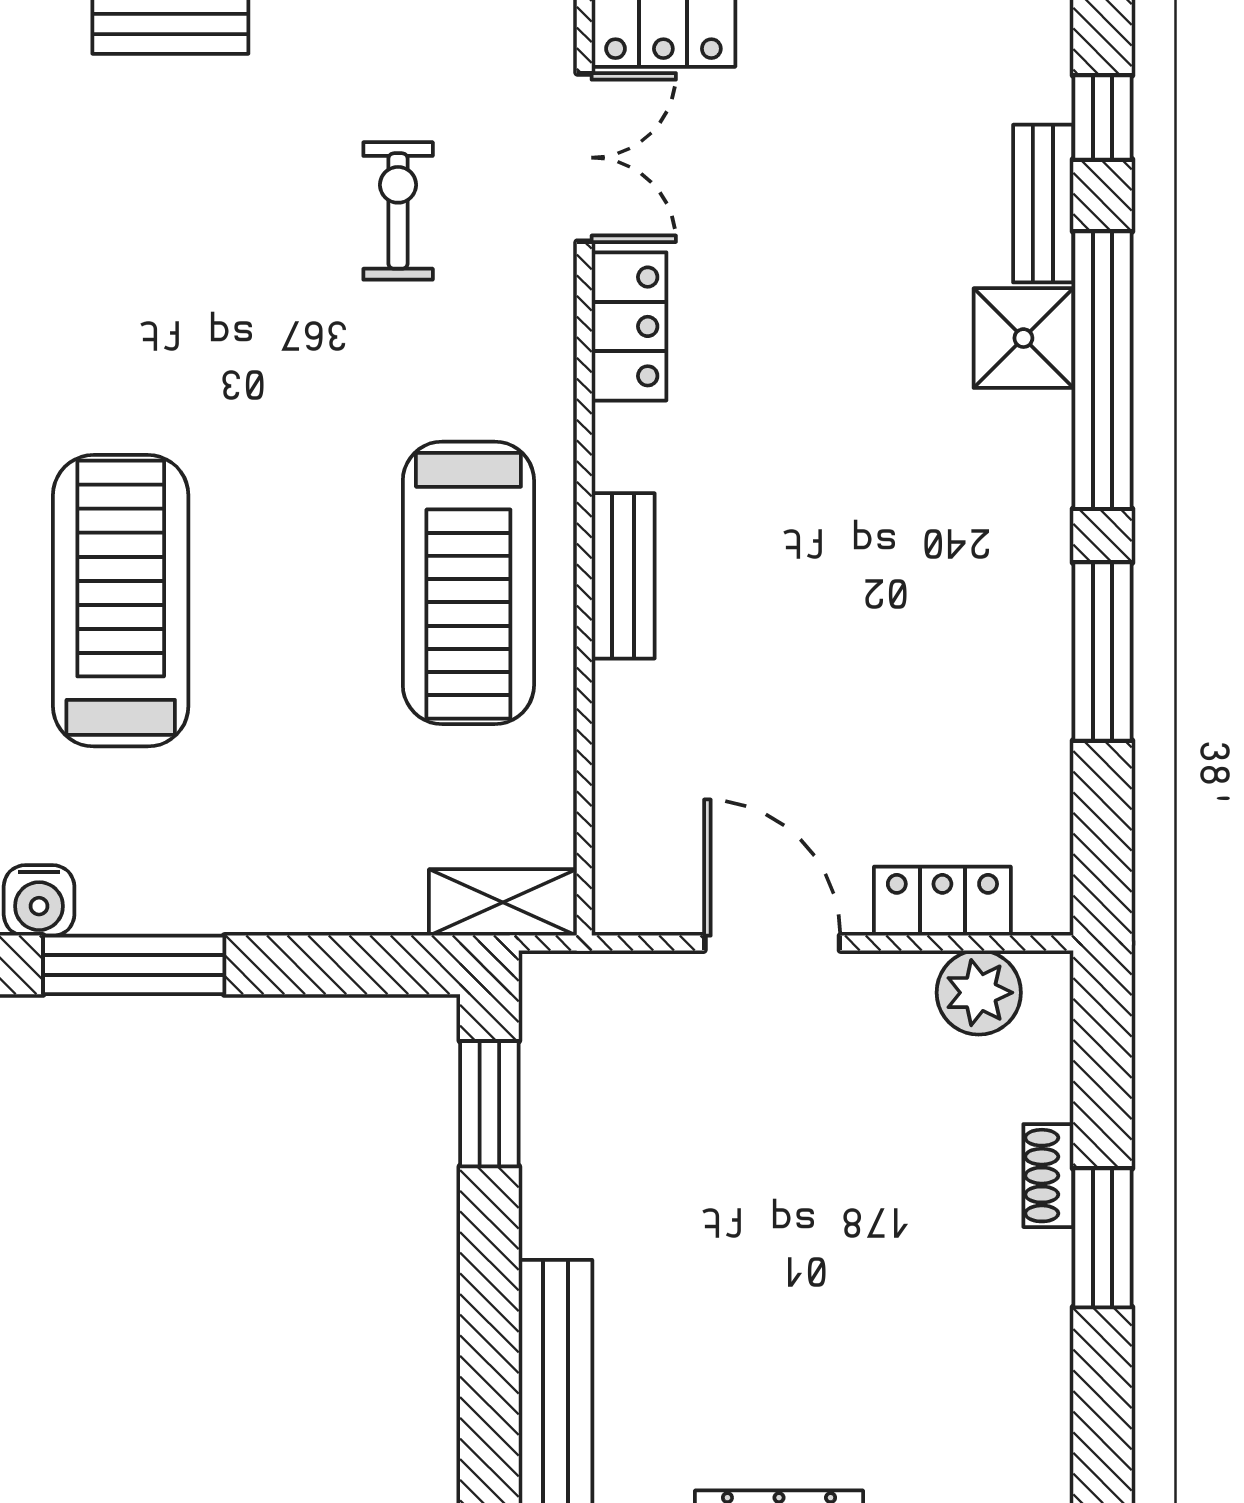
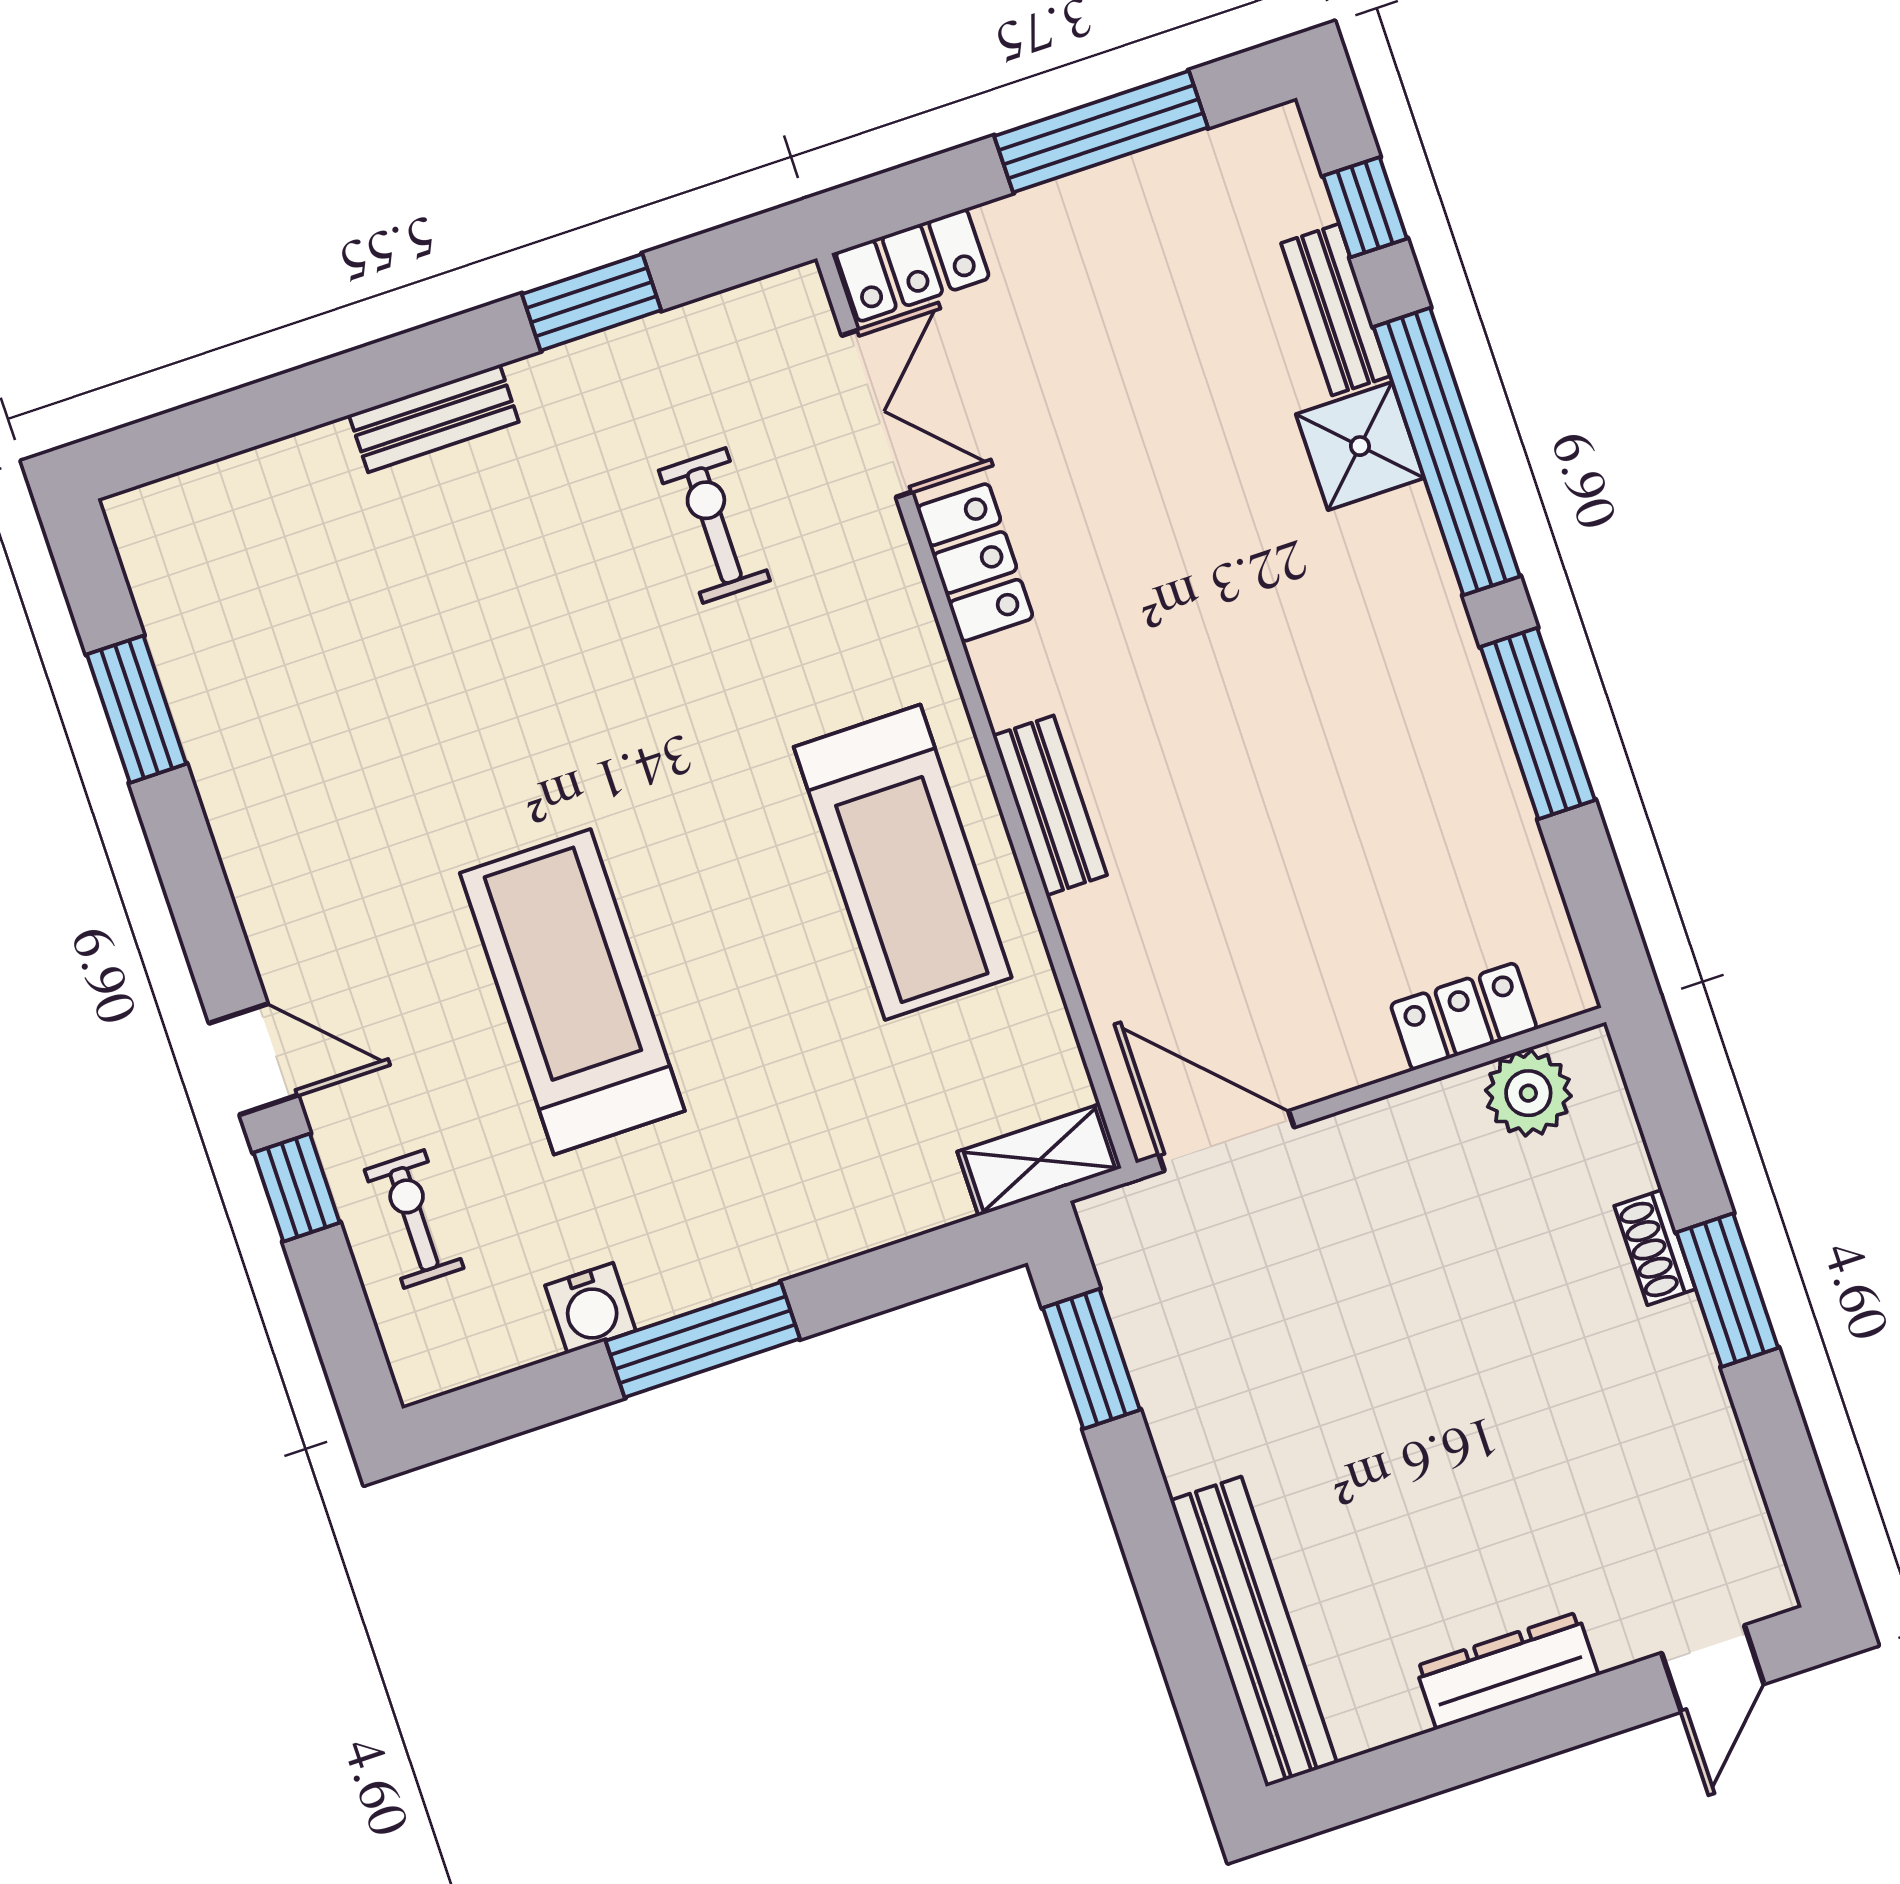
door: (772, 943) -> (1227, 1141), moved

